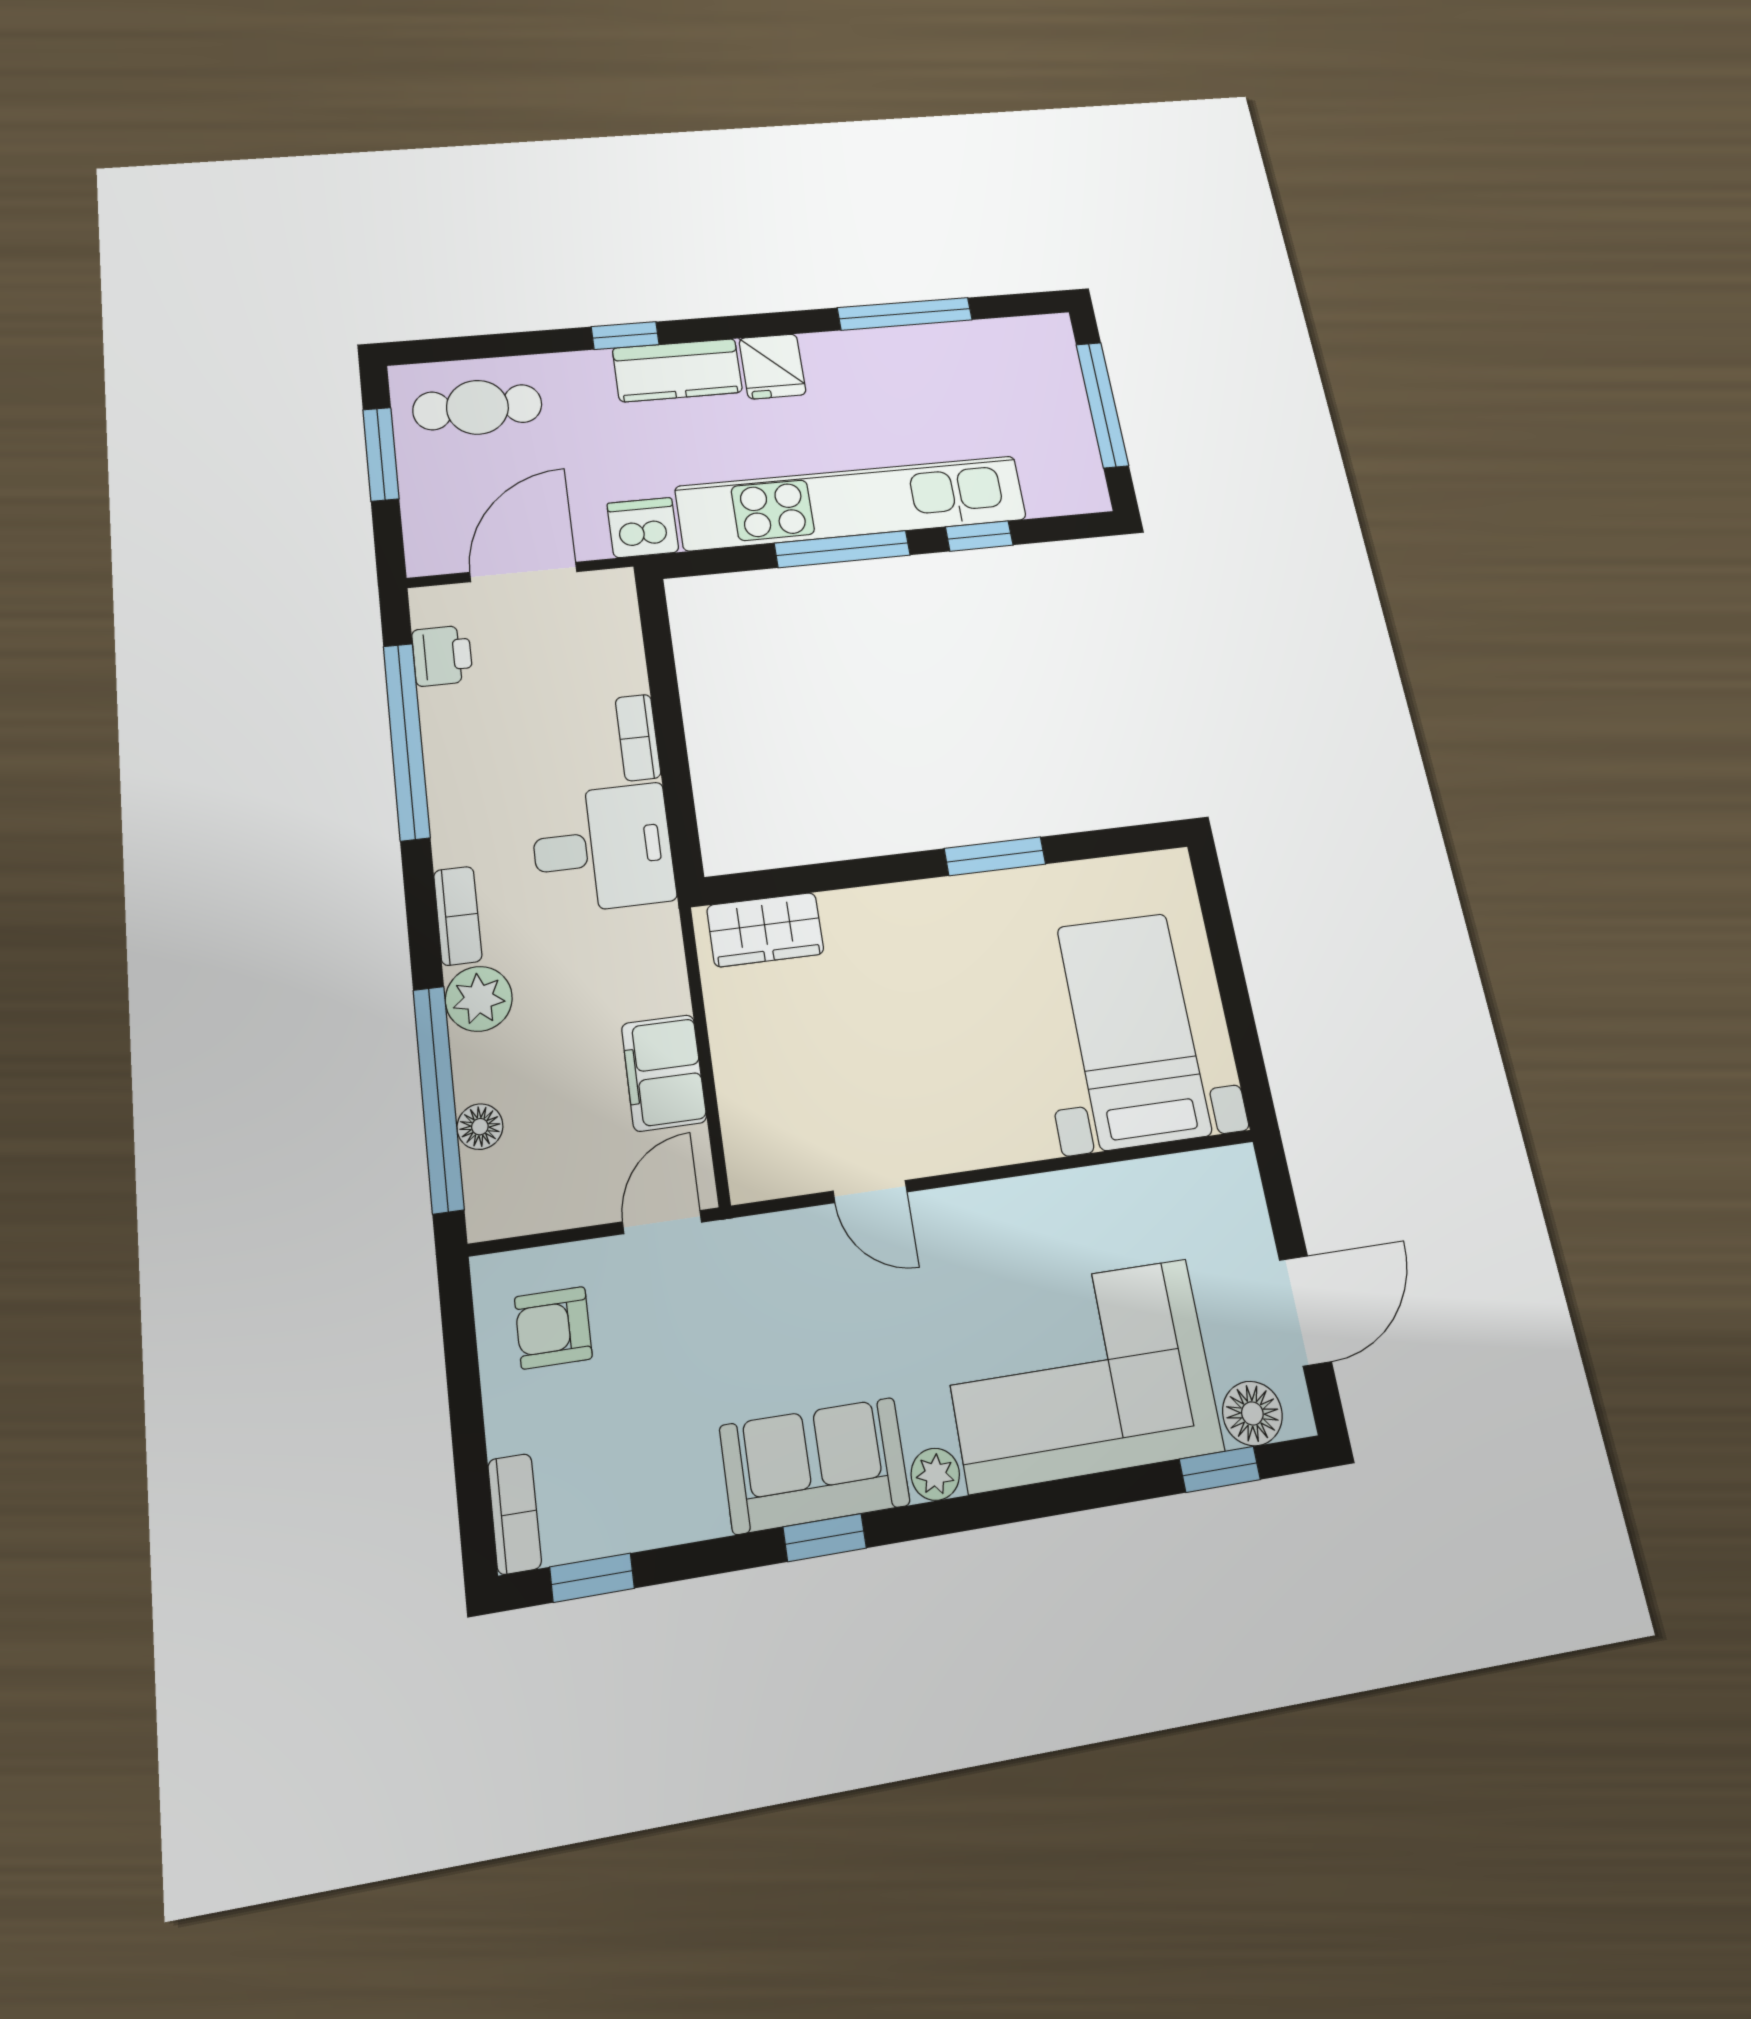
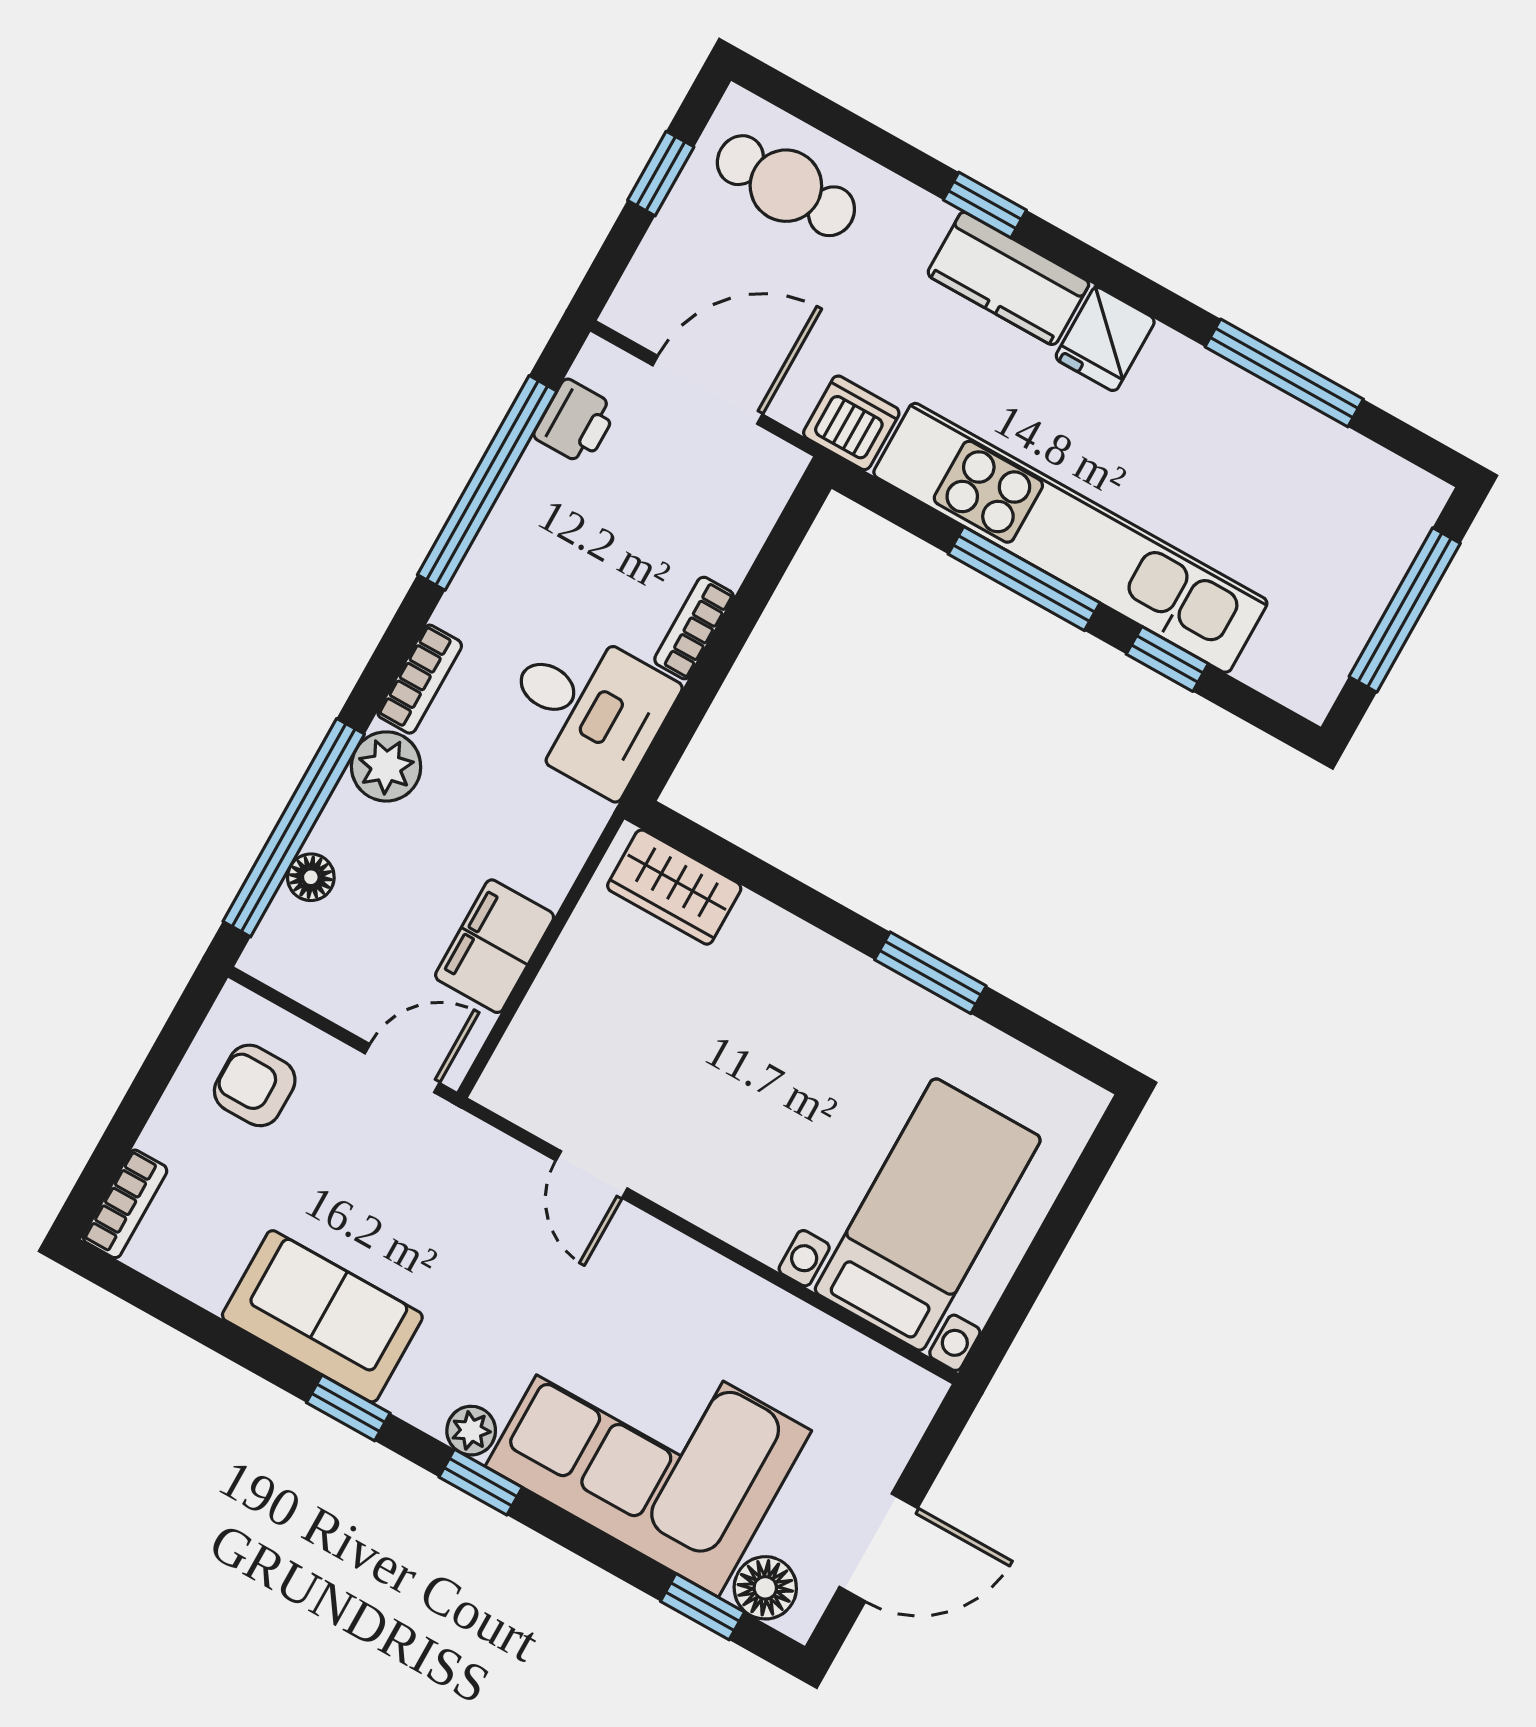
window: (381, 454) -> (661, 174), width x0.67
sofa: (814, 1465) -> (322, 1316), moved
window: (592, 1578) -> (481, 1482), moved

